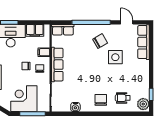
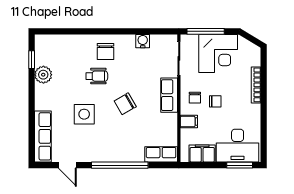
chair: (100, 41) -> (125, 104), moved
row of seats: (57, 65) -> (169, 95), width x0.68
wheelchair: (123, 98) -> (97, 76), moved
plant: (143, 104) -> (43, 75), moved

